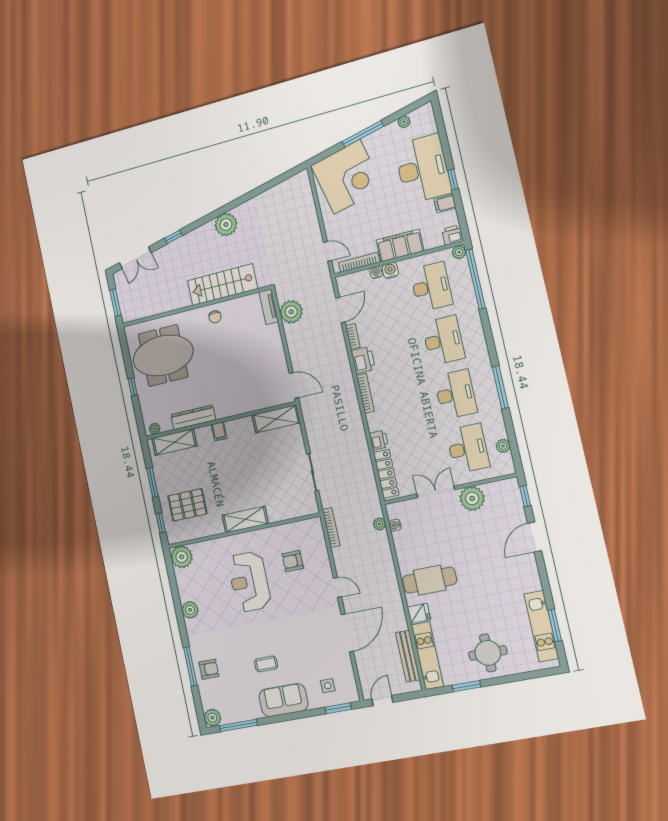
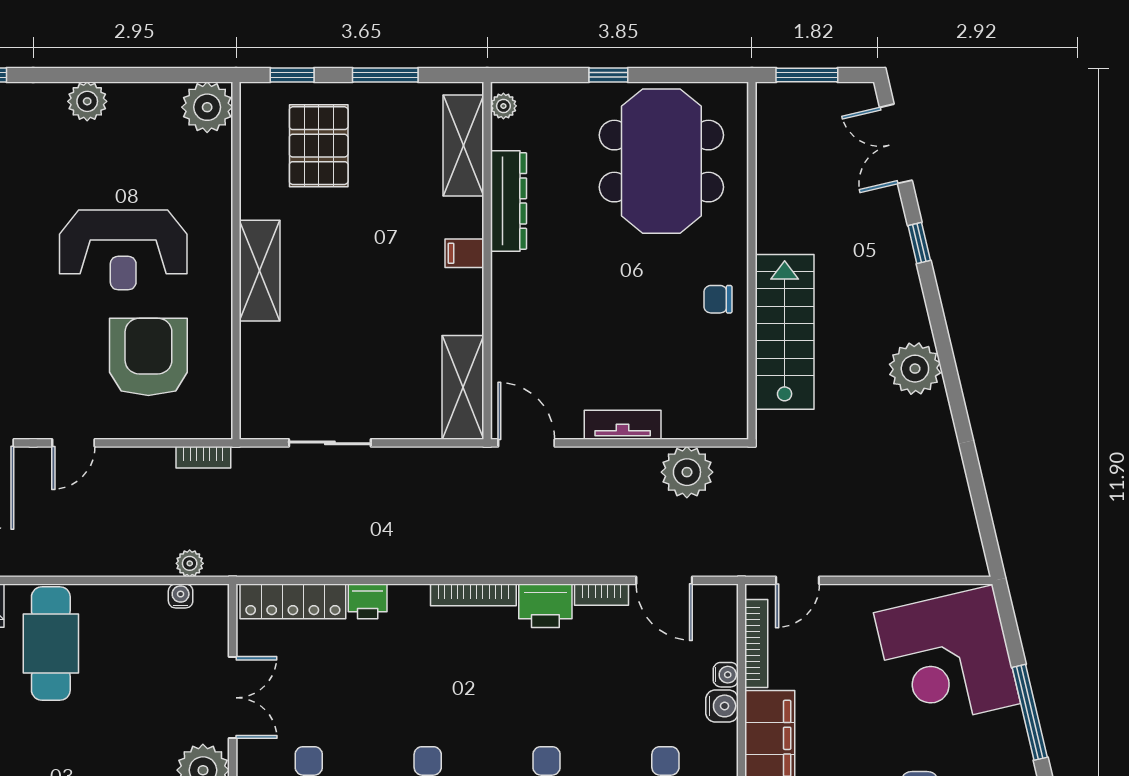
tv unit: (269, 307) -> (623, 425), moved
door: (294, 385) -> (526, 443), swing flipped
bookcase: (331, 528) -> (203, 457), width x0.64
armchair: (293, 561) -> (148, 357), width x1.88, depth x1.88
reception desk: (249, 582) -> (123, 250), turned 180

